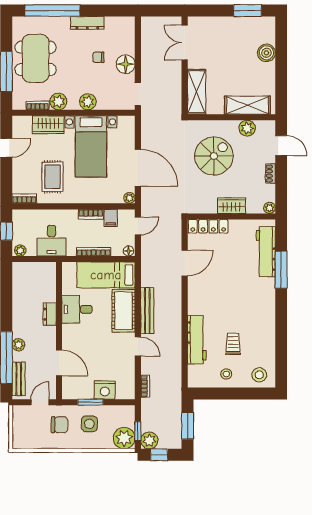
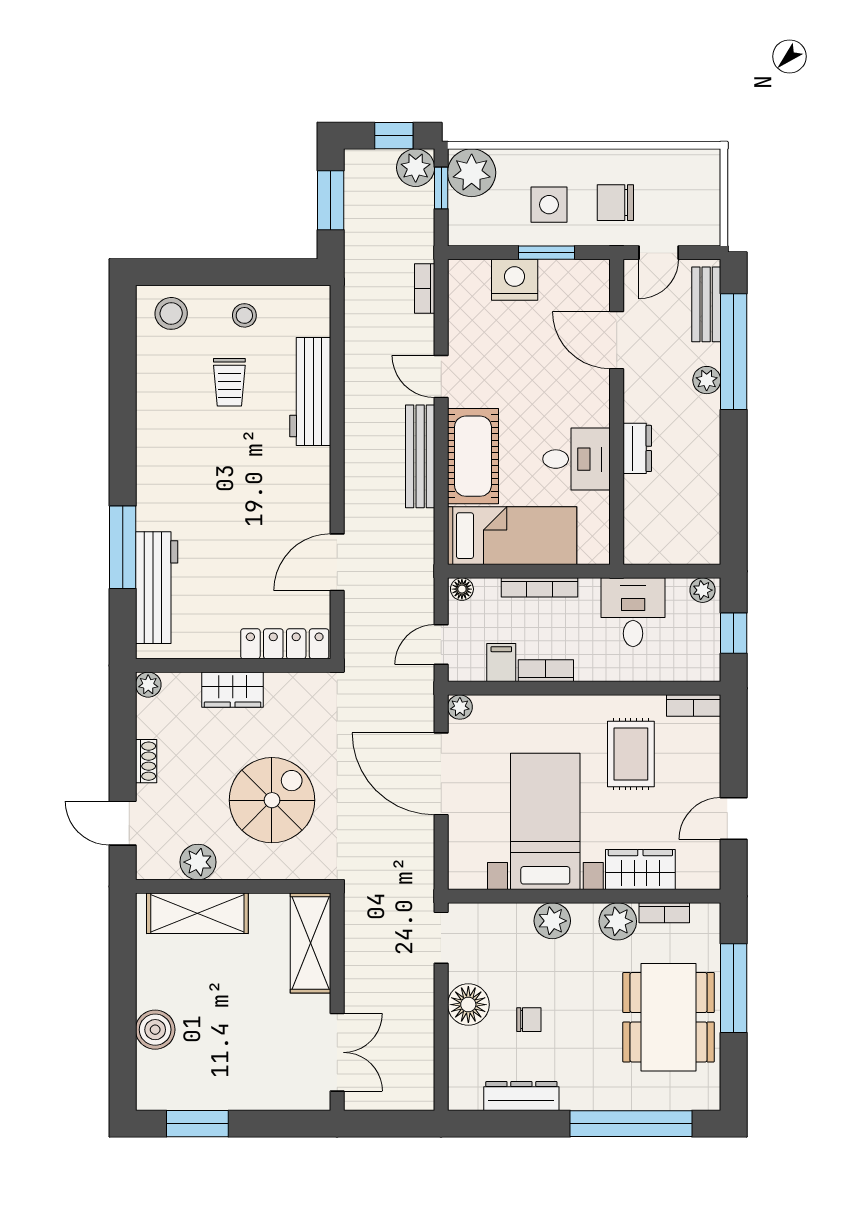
dresser: (87, 23) -> (521, 1096), moved
spiral stairs: (214, 156) -> (272, 800), turned 180

